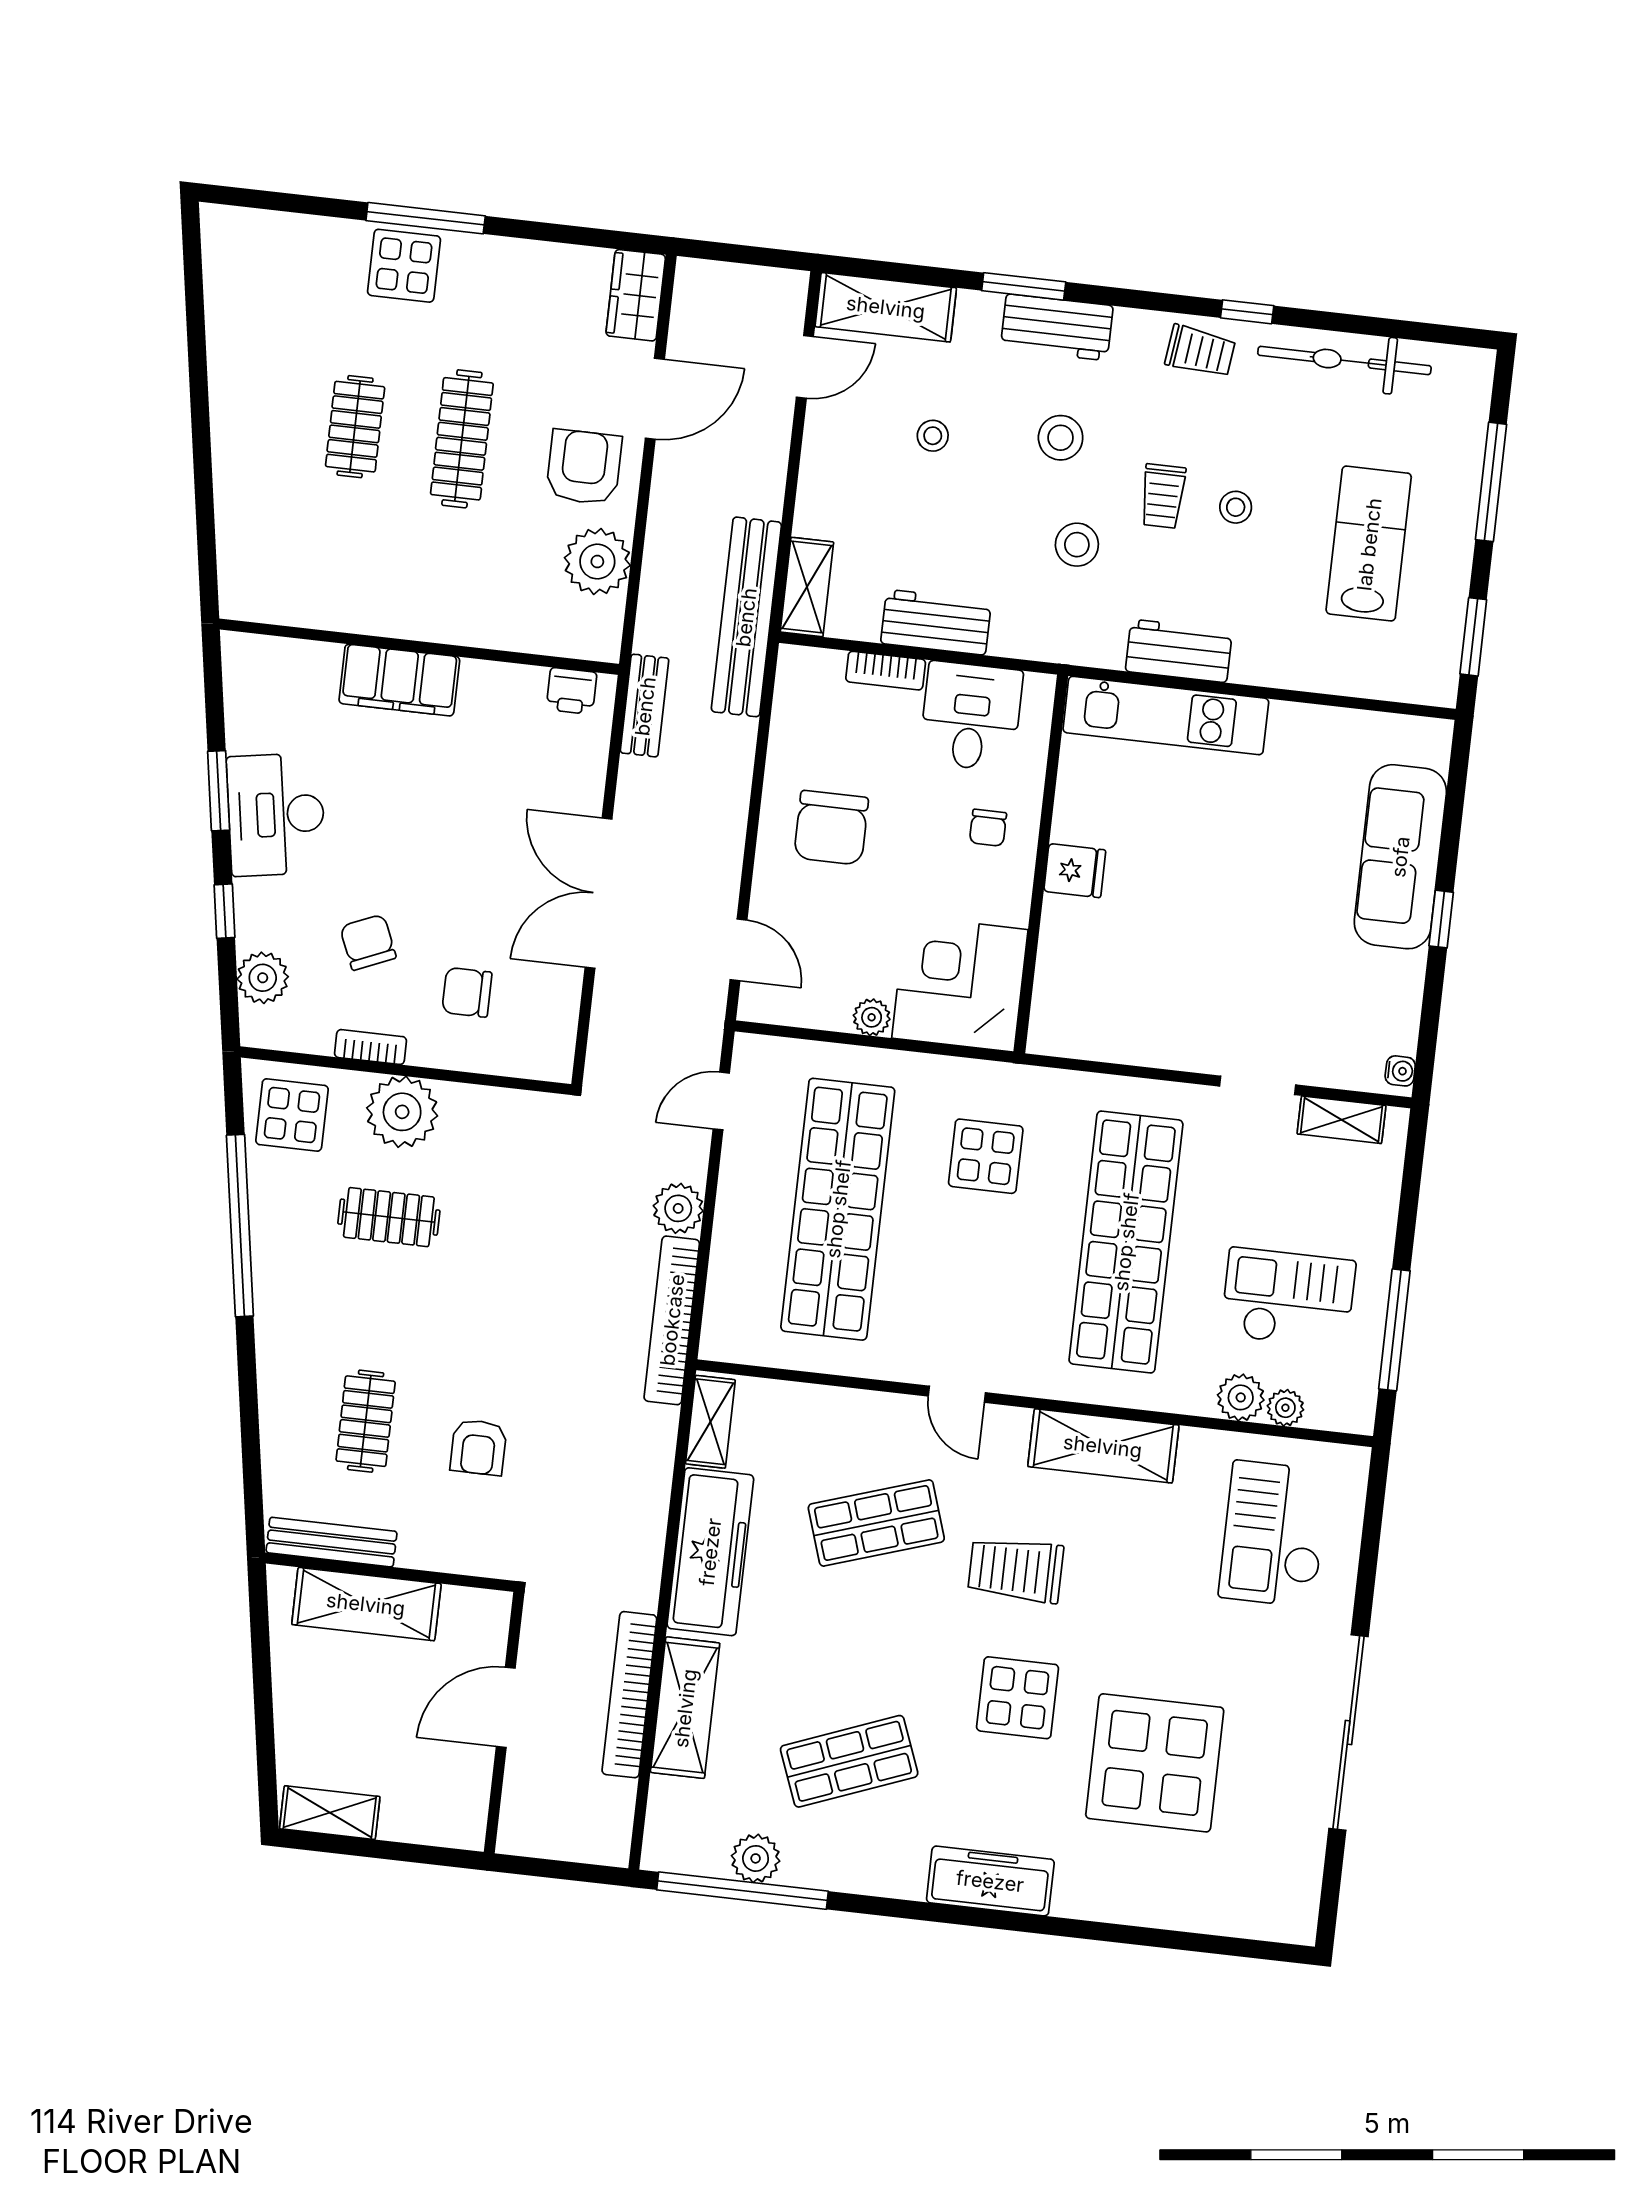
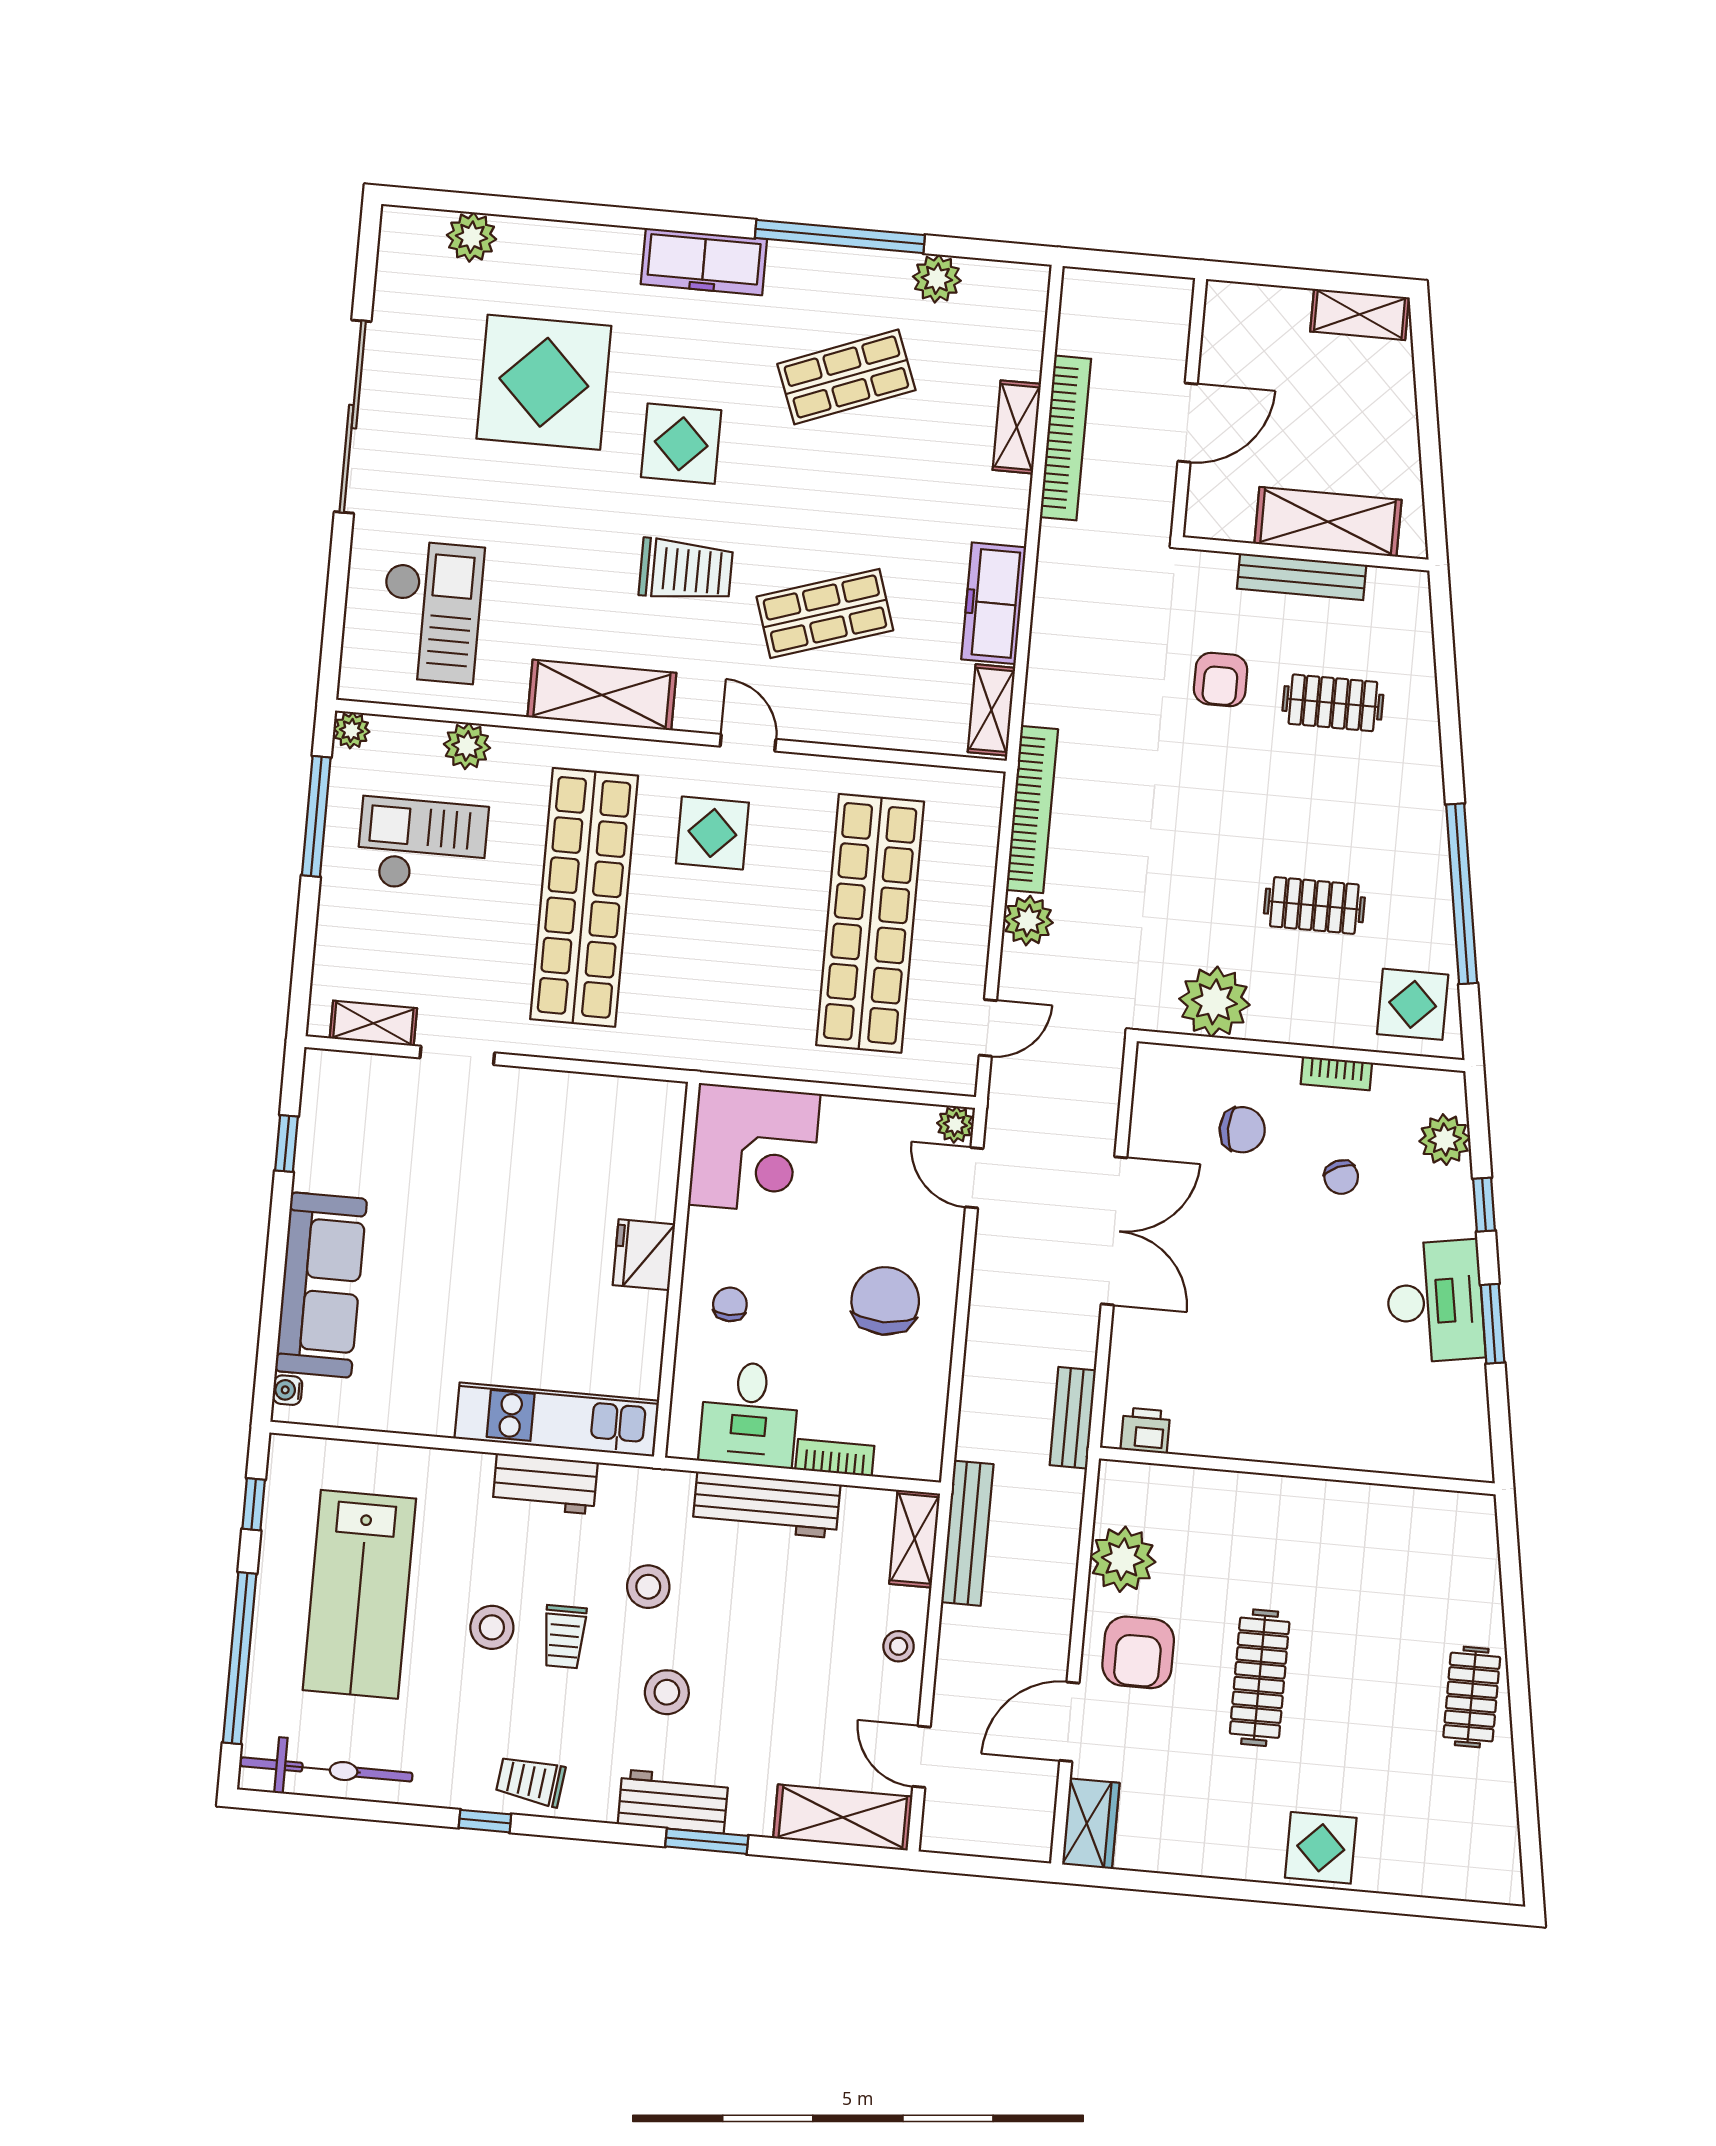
window: (426, 218) -> (1300, 1895), removed
bicycle: (1344, 360) -> (326, 1769), moved
door: (805, 367) -> (922, 1757), hinge flipped
clothes rail: (355, 427) -> (1472, 1697), moved
stool: (933, 436) -> (899, 1646), moved
window: (1491, 482) -> (240, 1658), width x1.46
trolley: (1163, 496) -> (564, 1637), turned 180
stool: (1236, 507) -> (492, 1627), width x1.37, depth x1.37
lab bench: (1369, 544) -> (359, 1594), width x1.36, depth x1.39
bench: (746, 617) -> (967, 1533), width x0.73, depth x0.82
workbench: (936, 622) -> (767, 1505), width x1.38
window: (1473, 637) -> (254, 1504), width x0.67
filing cabinet: (399, 680) -> (1316, 1437), removed
fridge: (1075, 871) -> (644, 1255), width x1.38
window: (1441, 919) -> (287, 1144), moved
chair: (368, 942) -> (1341, 1177), width x0.73, depth x0.73
plant: (872, 1017) -> (955, 1125), moved
water cooler: (1400, 1071) -> (287, 1390), moved
plant: (402, 1112) -> (1214, 1002), moved
display table: (986, 1156) -> (712, 833), moved
checkout: (1288, 1298) -> (422, 845), turned 180
plant: (1285, 1408) -> (351, 730), moved
clothes rail: (366, 1421) -> (1333, 703), turned 90
armchair: (478, 1447) -> (1221, 679), turned 180
bench: (332, 1542) -> (1302, 577), moved
freezer: (710, 1552) -> (994, 603), width x0.73, depth x0.79
shelving: (685, 1708) -> (1017, 427), width x0.67, depth x0.75
window: (742, 1891) -> (840, 237), moved
plant: (1224, 1911) -> (472, 237), added

